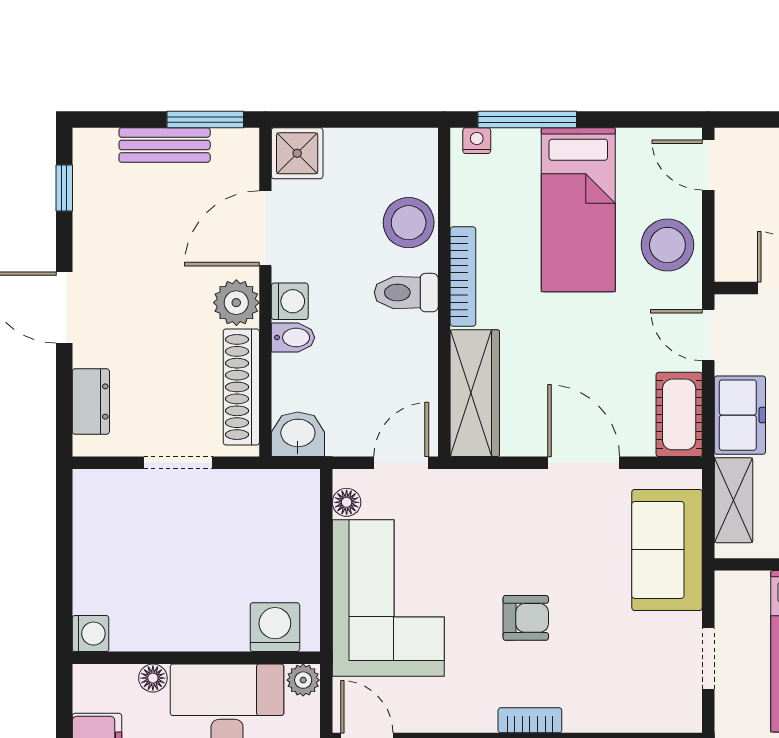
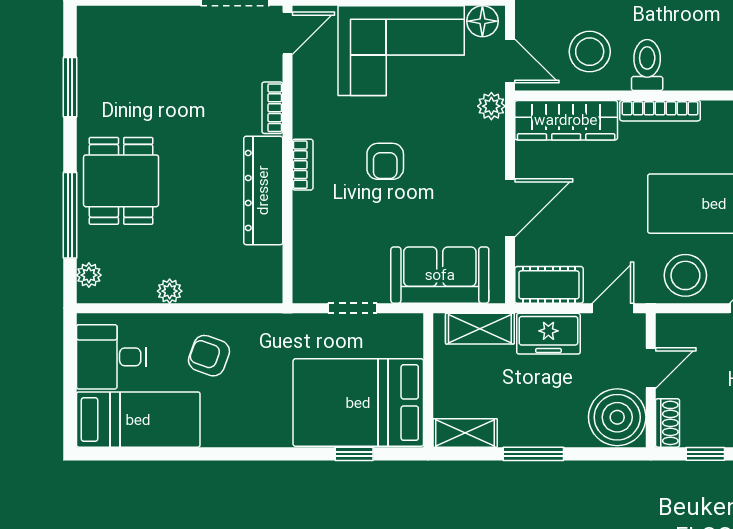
stool: (409, 223) -> (590, 52), moved
plant: (457, 486) -> (491, 106), added
floor lamp: (347, 502) -> (482, 21), width x1.37, depth x1.37

